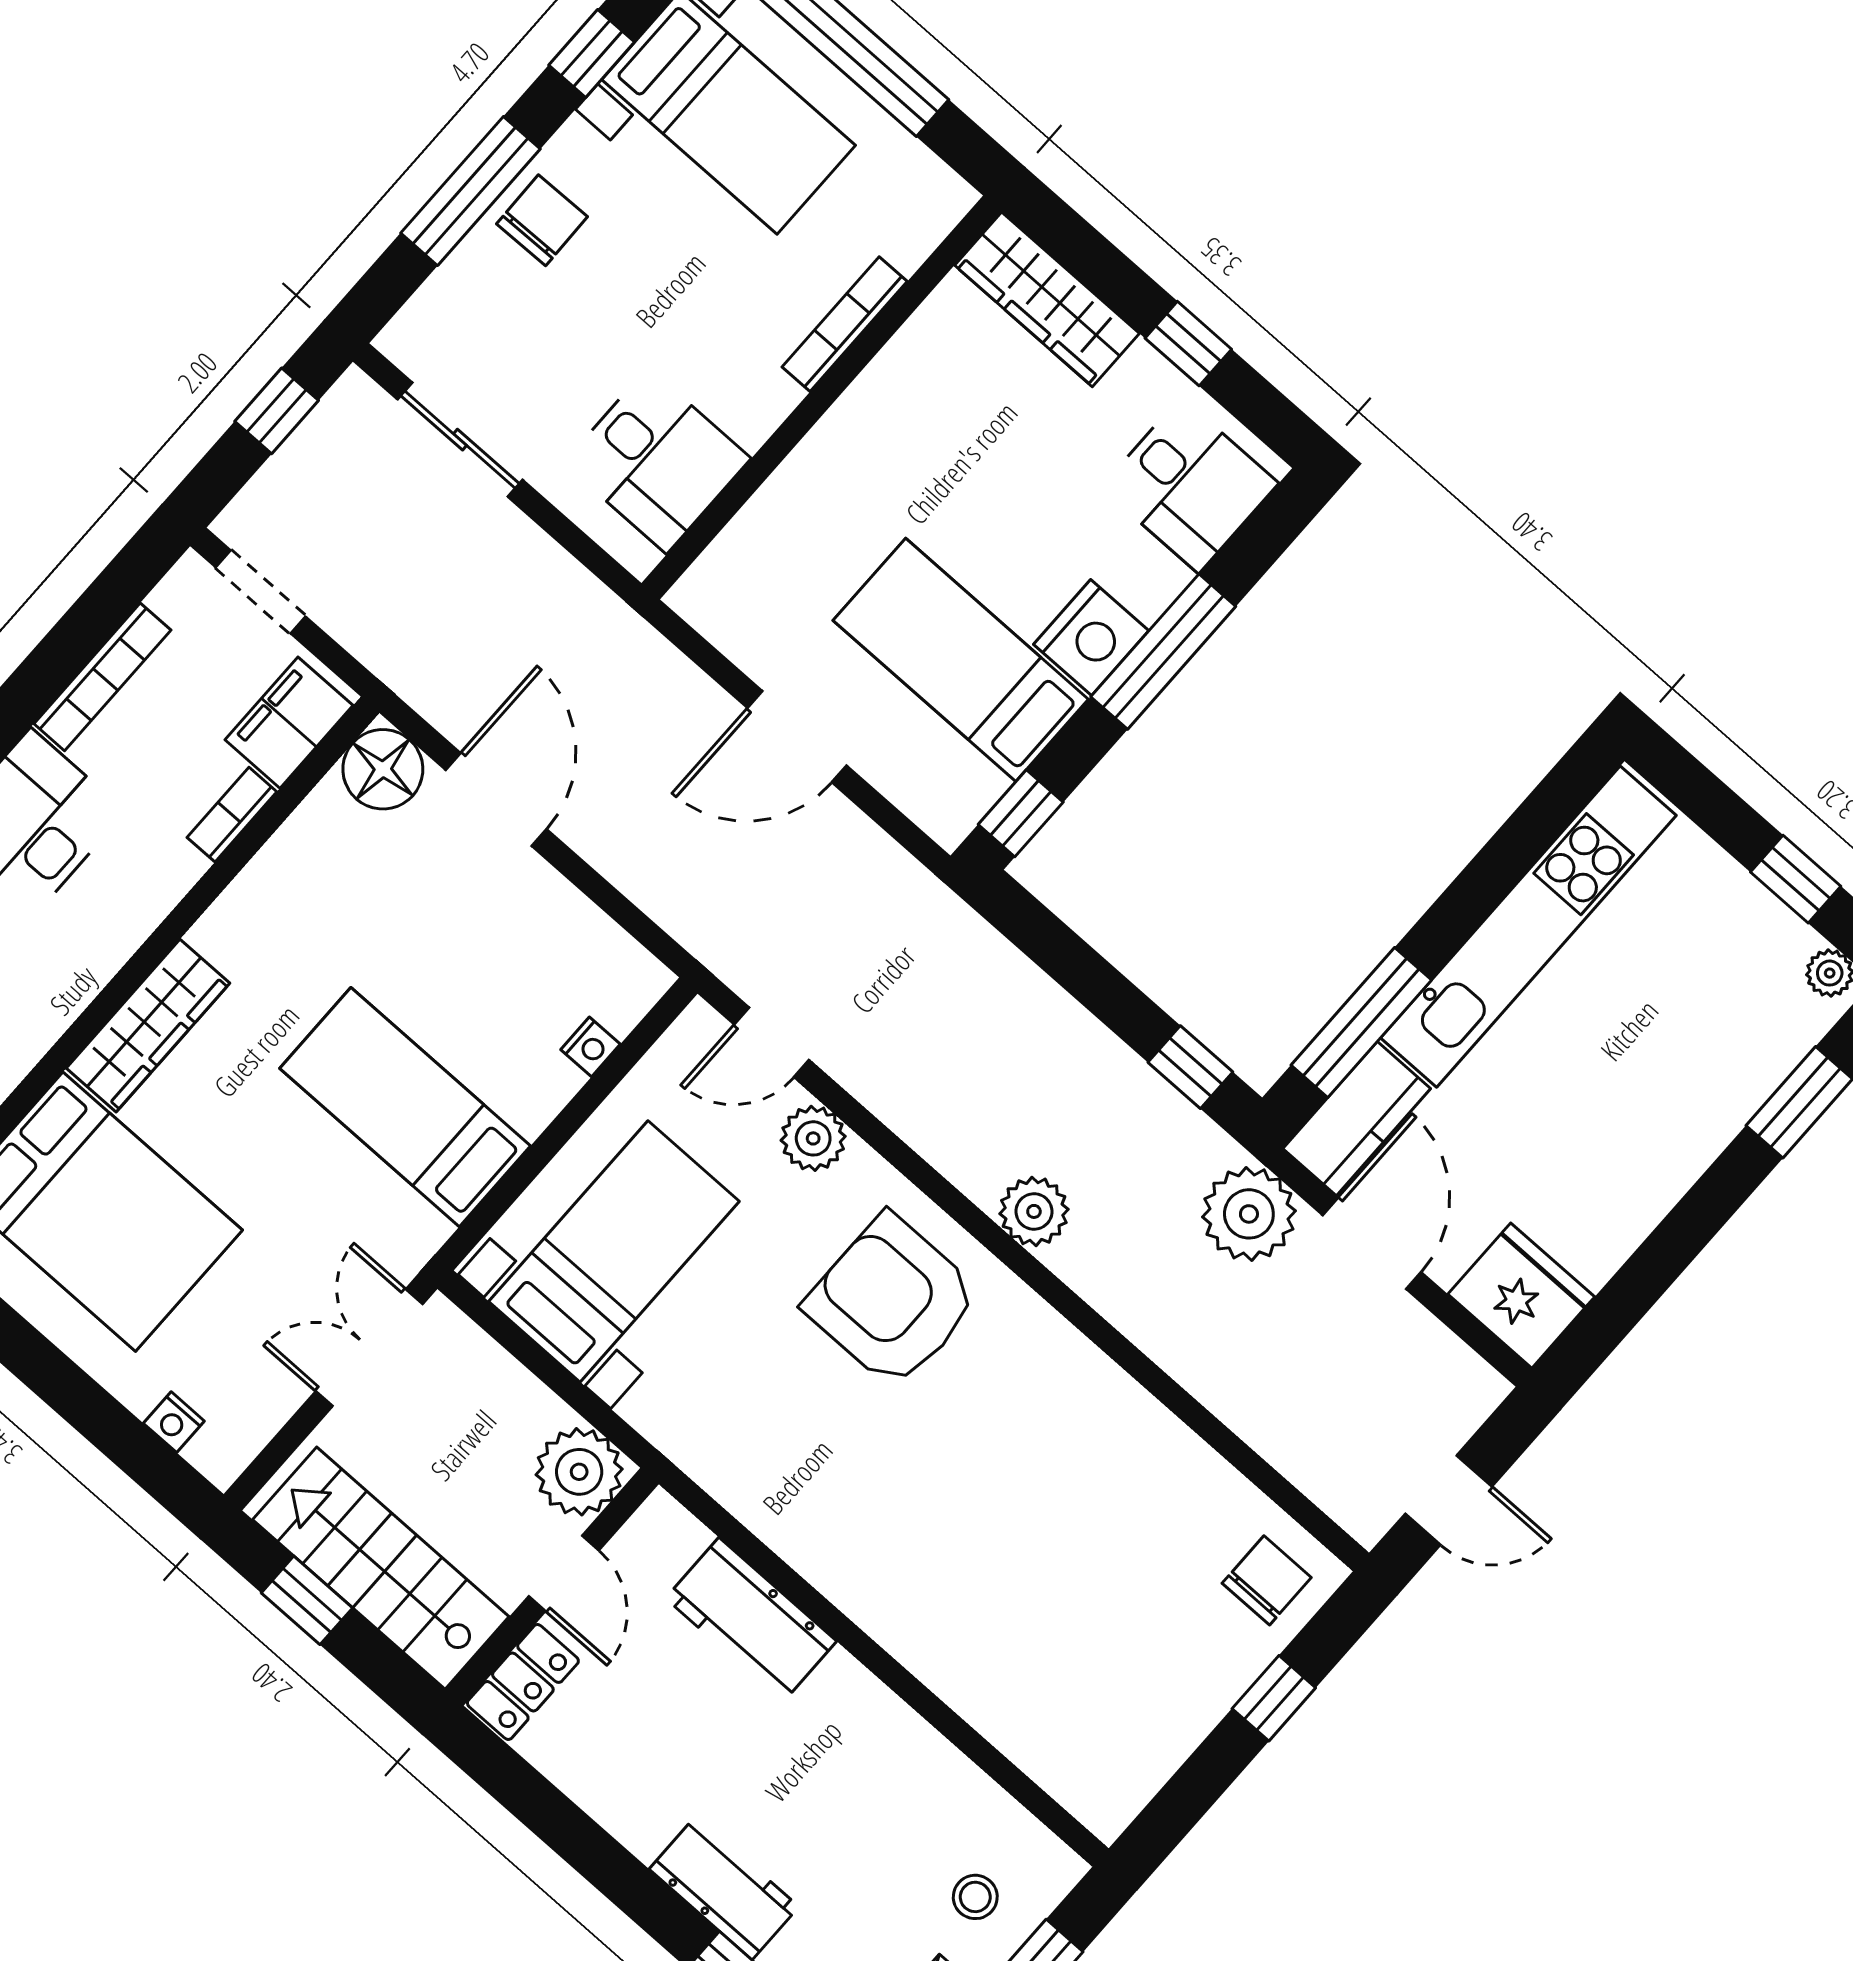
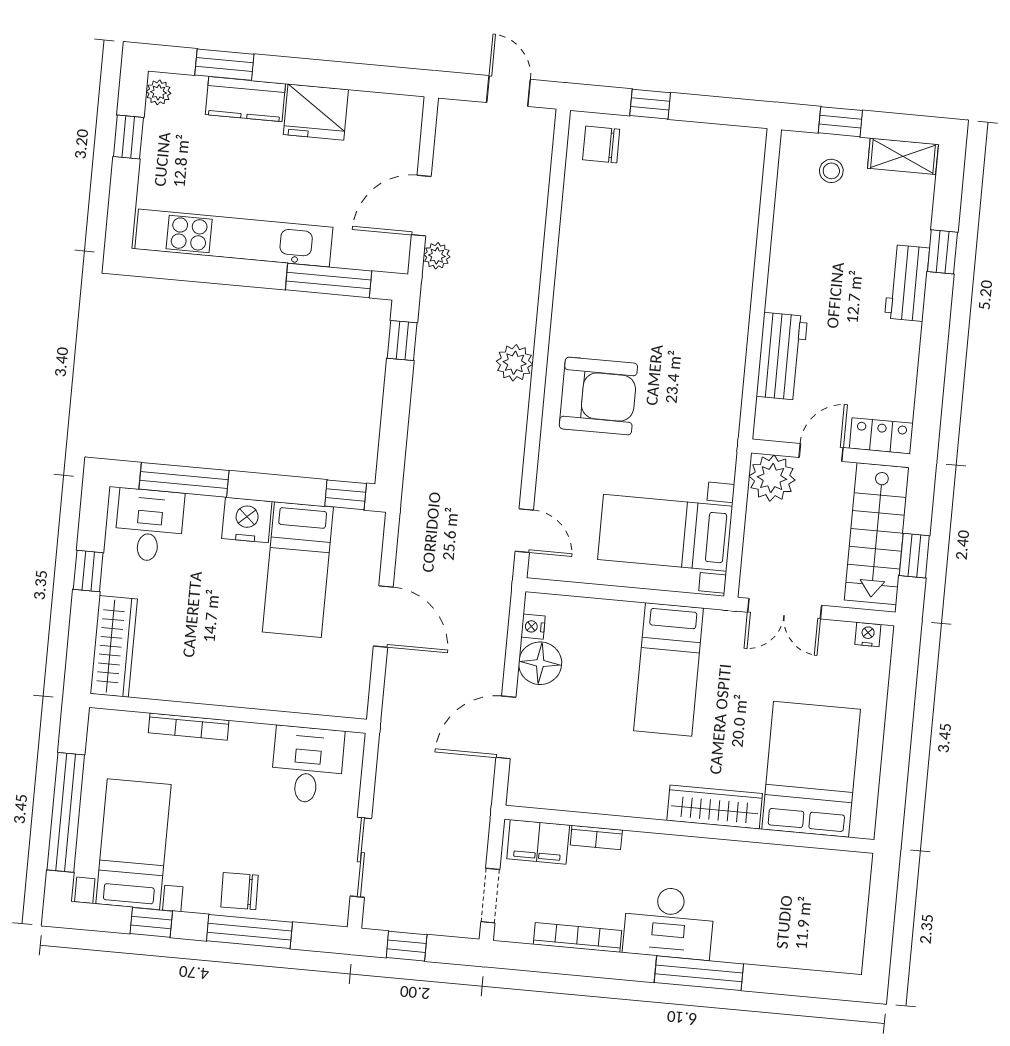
window: (1163, 652) -> (184, 480), moved
floor lamp: (383, 769) -> (540, 663), moved
nightstand: (590, 1047) -> (533, 627), moved, turned -90
kitchen counter: (1357, 1119) -> (245, 99), moved, turned 180
plant: (813, 1138) -> (553, 482), removed
plant: (1249, 1214) -> (437, 256), width x0.53, depth x0.53
fridge: (1521, 1296) -> (316, 112), moved, turned -90
armchair: (892, 1301) -> (598, 396), turned -90
nightstand: (174, 1422) -> (868, 634), moved, turned -90

